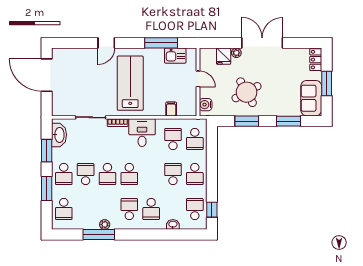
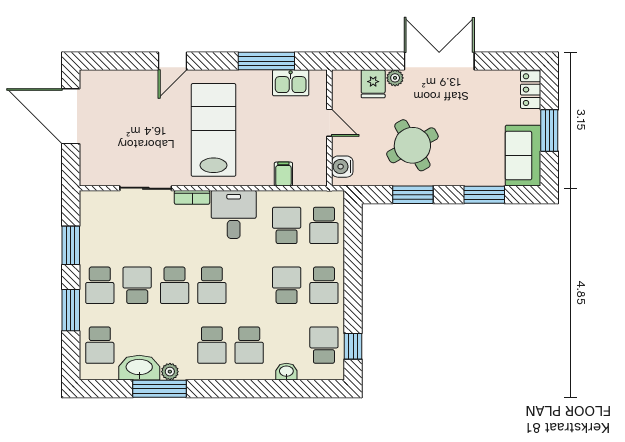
washbasin: (59, 135) -> (139, 368), moved, turned -90
school desk: (129, 209) -> (212, 345), turned 180

